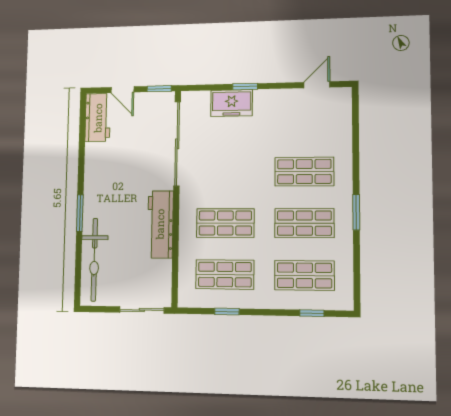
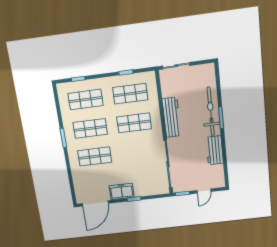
door: (317, 85) -> (95, 203), width x1.87
door: (122, 90) -> (204, 191), swing flipped
freezer: (232, 103) -> (122, 192), moved
workbench: (98, 118) -> (215, 150), moved
bicycle: (94, 260) -> (211, 111), moved

